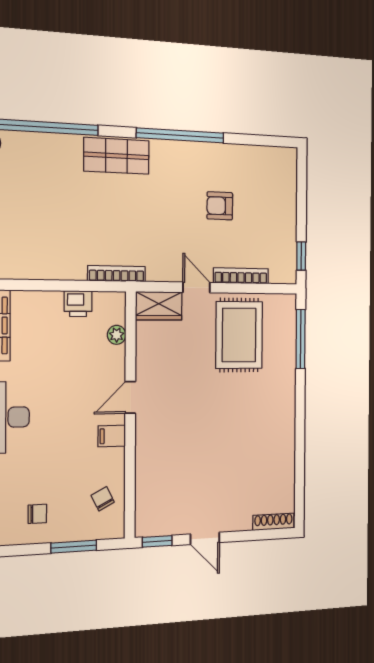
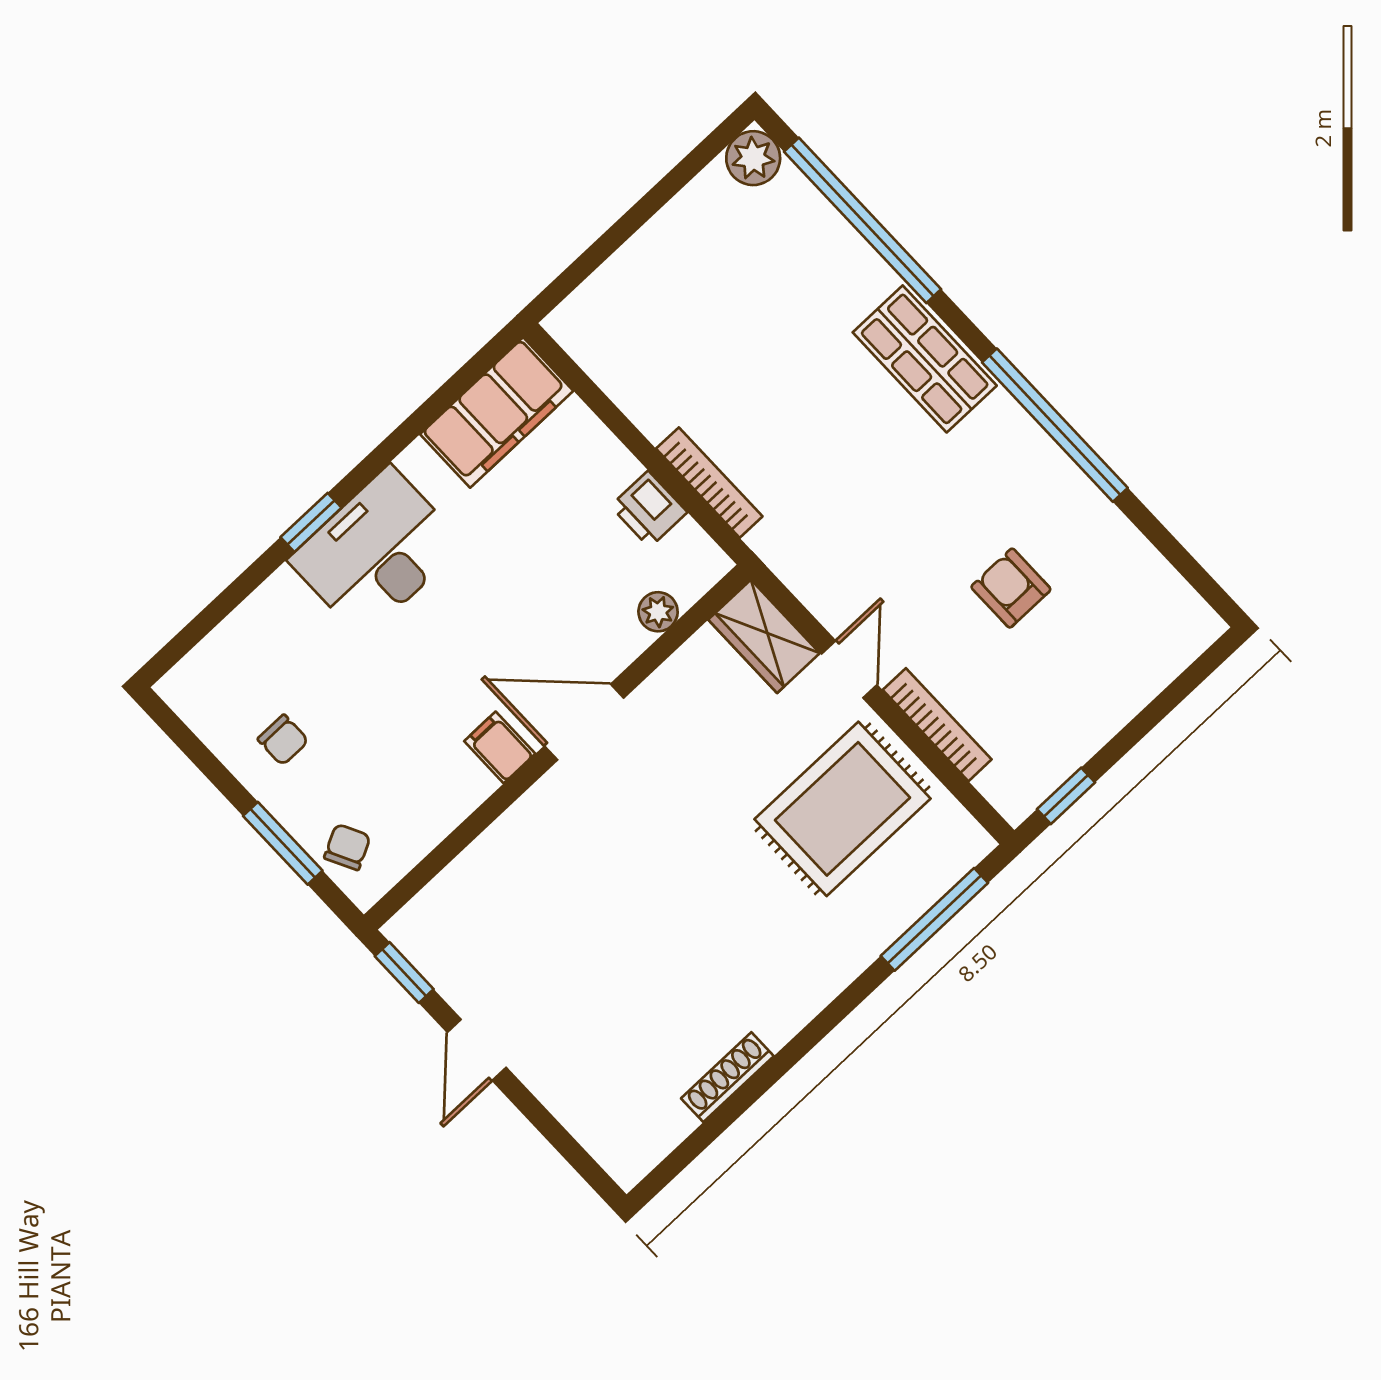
bookcase: (117, 274) -> (709, 483), moved
door: (130, 397) -> (584, 722), width x1.38
chair: (103, 499) -> (347, 847), moved
shoe rack: (273, 522) -> (727, 1077), moved, turned -90

